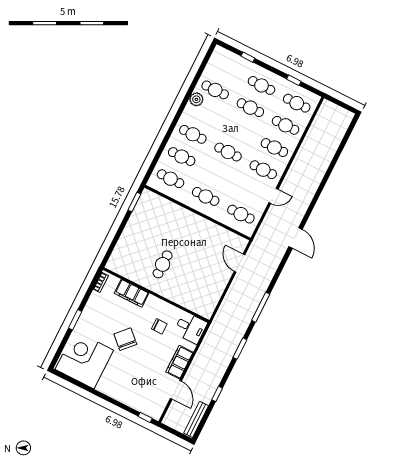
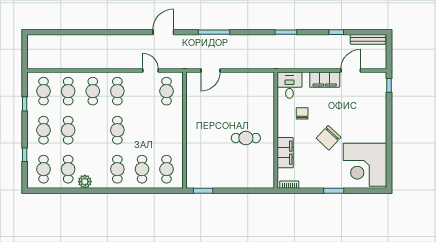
cafe table: (206, 196) -> (44, 169), moved
door: (273, 196) -> (150, 70), moved
window: (261, 307) -> (214, 32), moved

